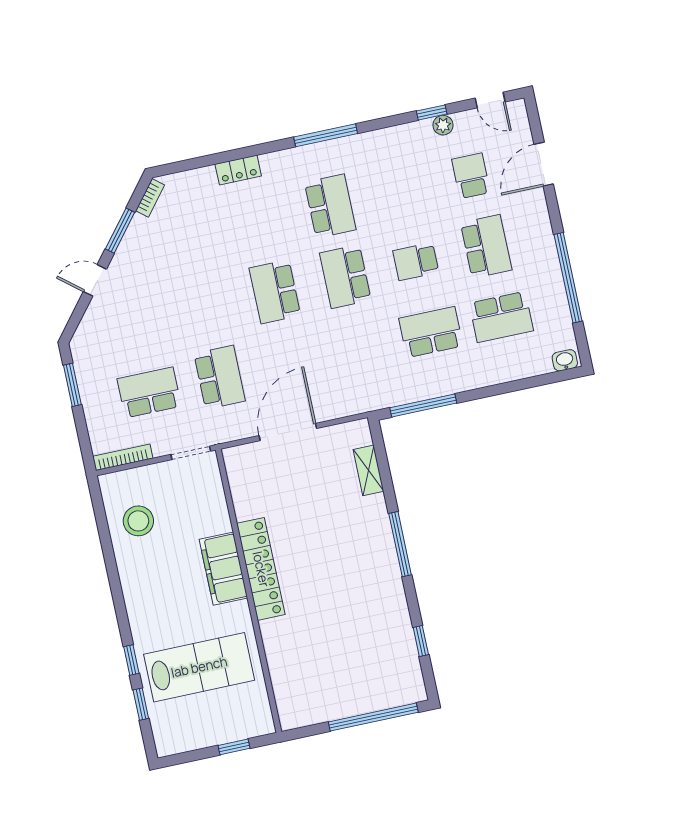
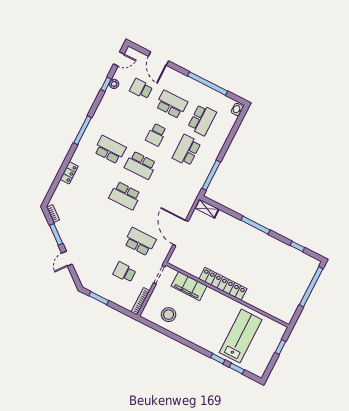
school desk: (149, 392) -> (124, 272), width x0.54
shelving: (368, 470) -> (207, 209), moved
filing cabinet: (223, 569) -> (189, 286), moved

